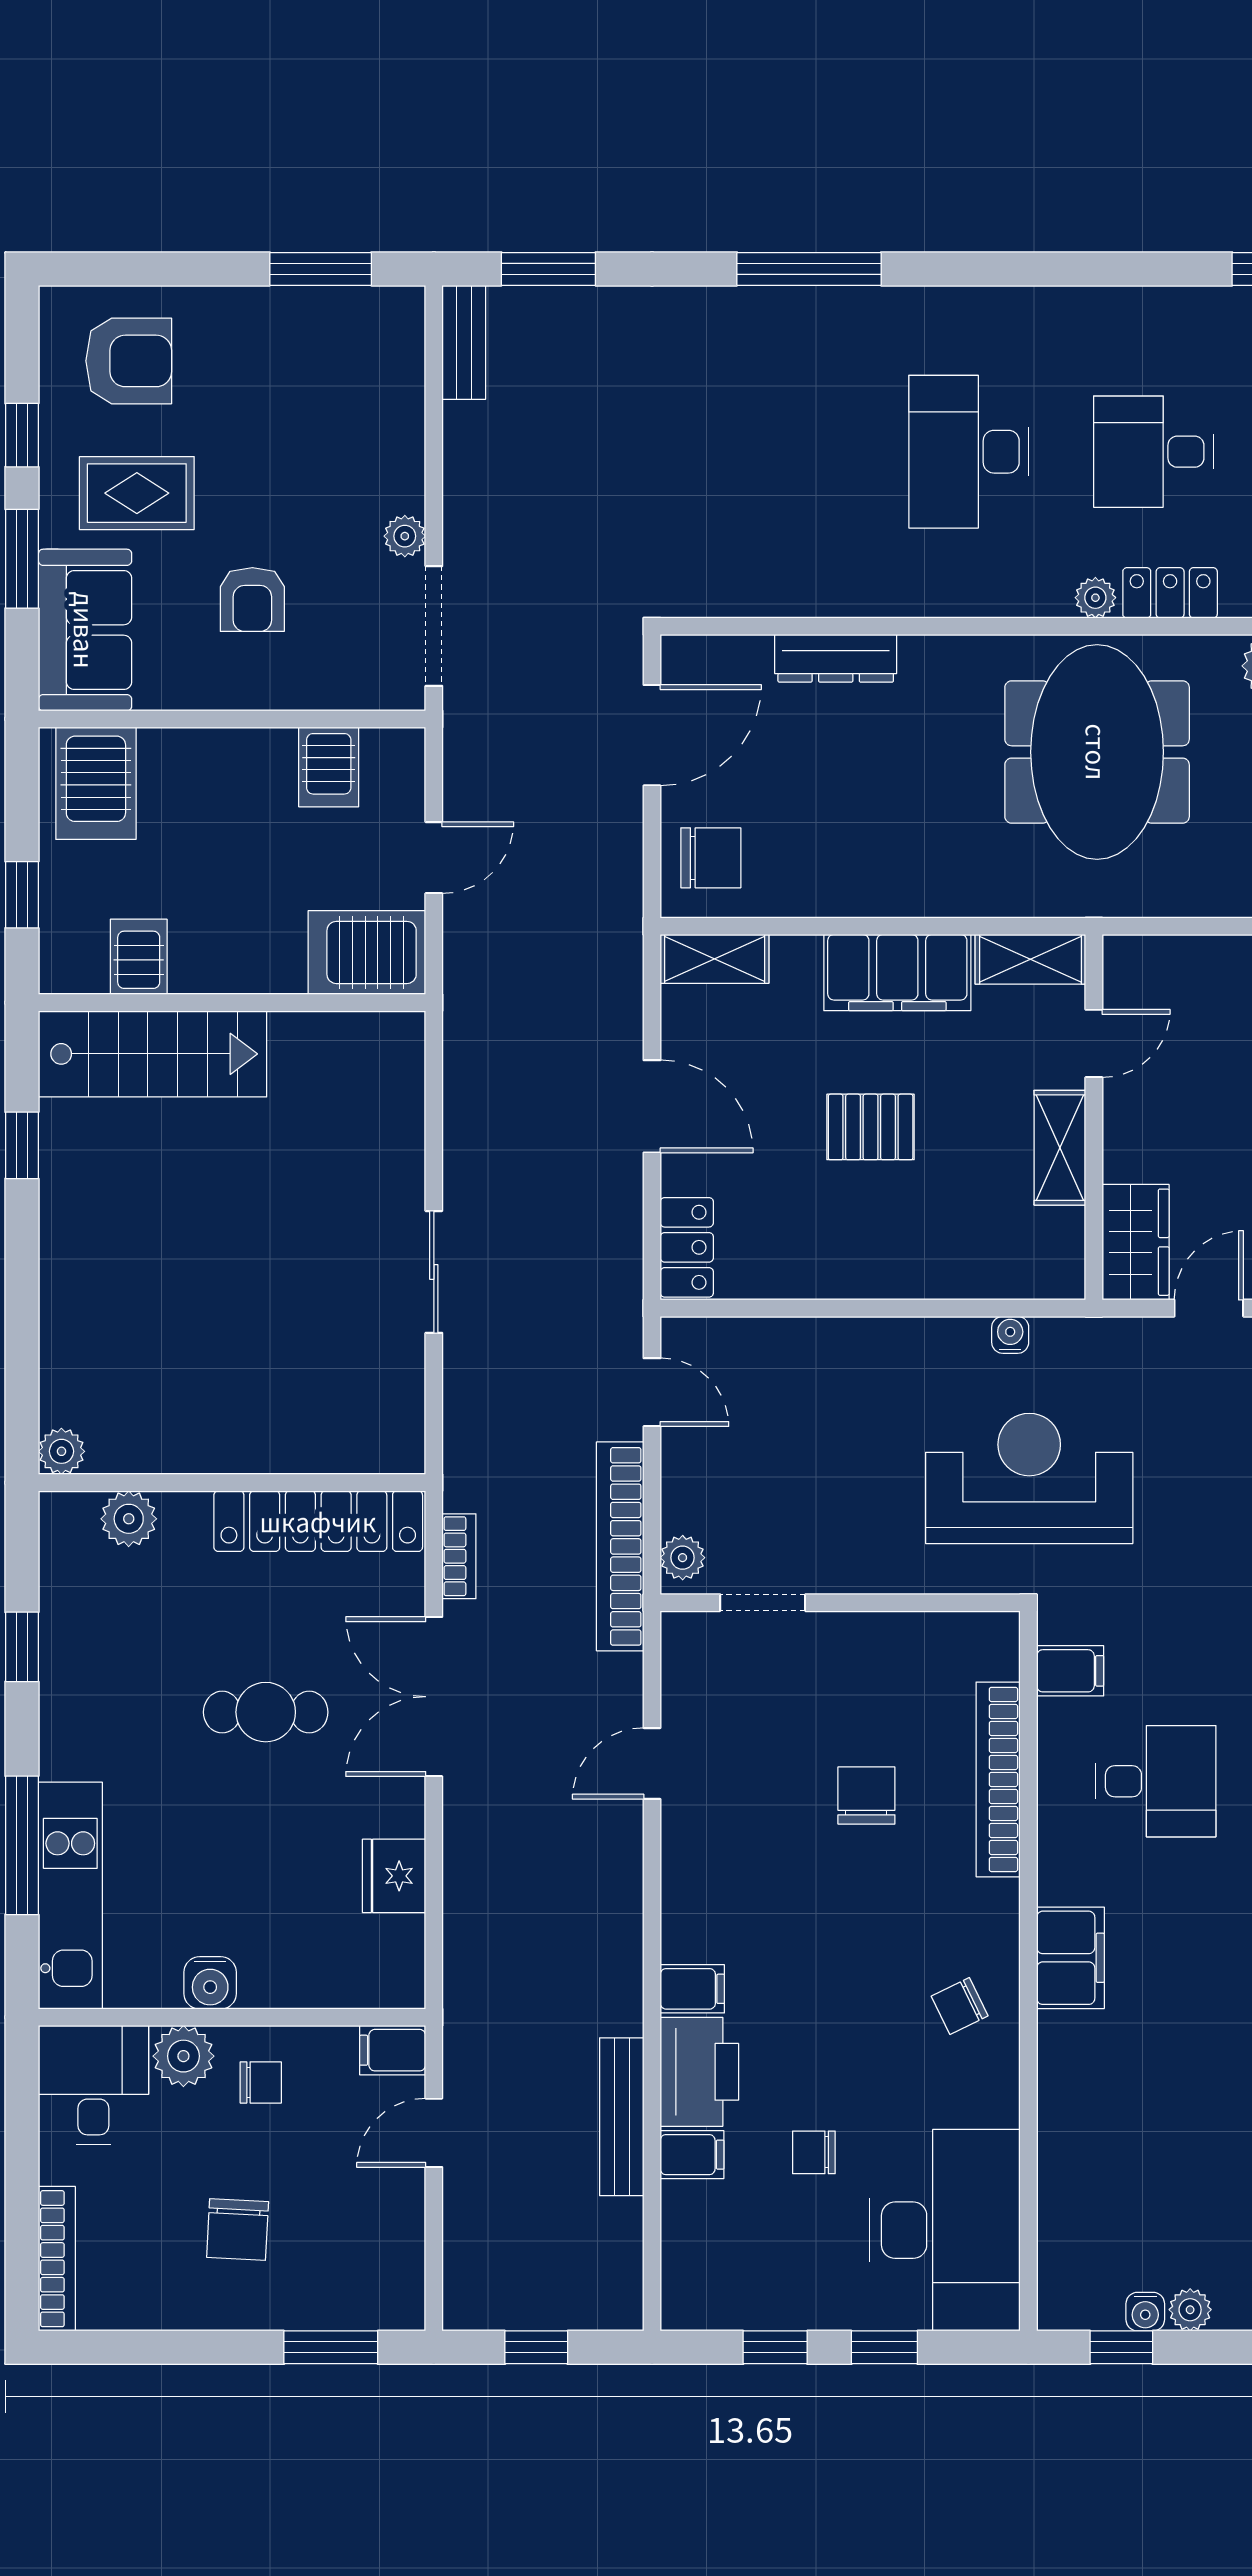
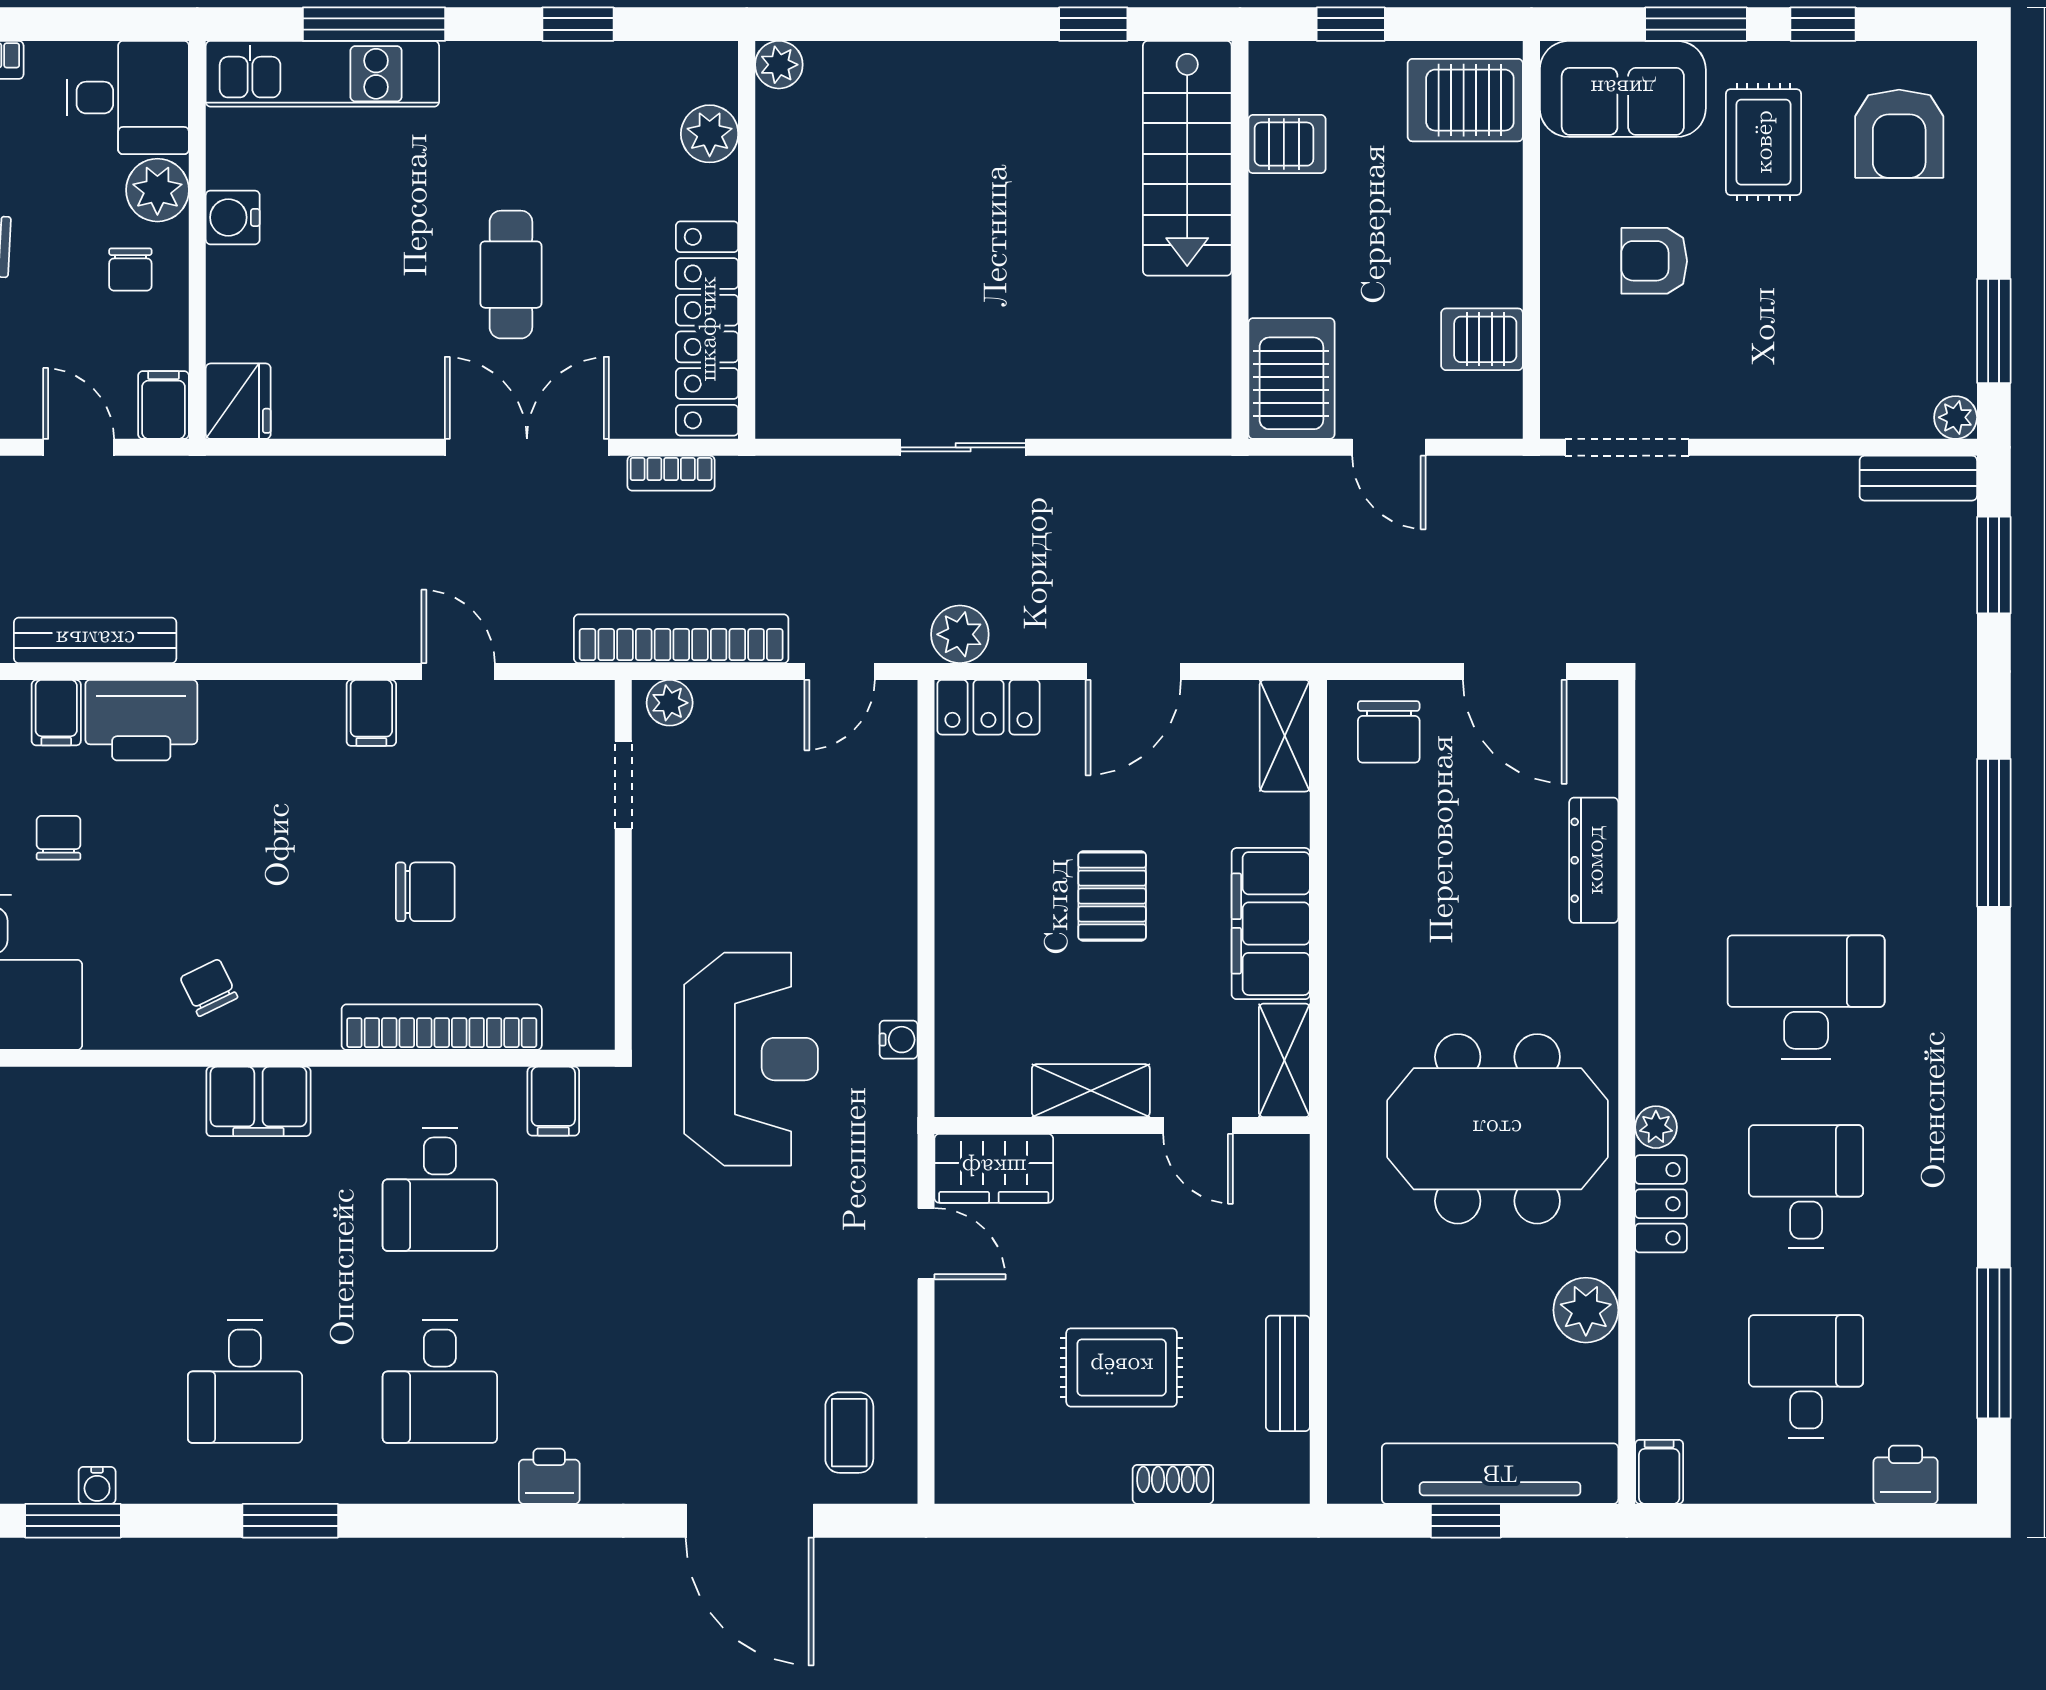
plant: (405, 536) -> (1956, 417), moved
plant: (616, 1275) -> (960, 634), added
fridge: (394, 1876) -> (238, 401), moved, turned 90
filing cabinet: (692, 1989) -> (371, 713), moved

